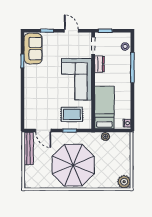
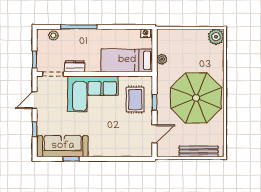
sofa: (33, 49) -> (63, 146), width x1.36
bench: (29, 148) -> (199, 151), moved

